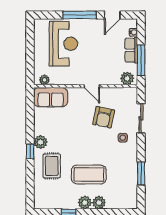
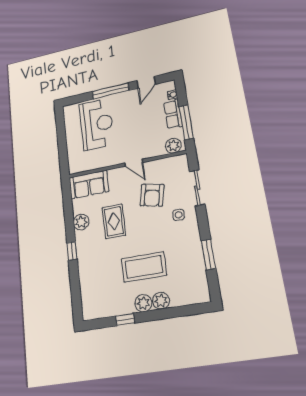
plant: (44, 80) -> (80, 167), removed
plant: (40, 142) -> (81, 222), moved
rug: (52, 166) -> (114, 221), moved

